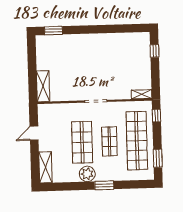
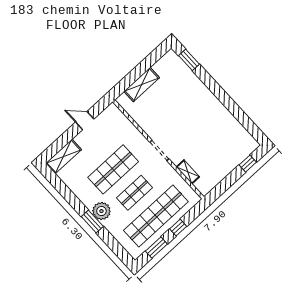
shelving: (43, 86) -> (142, 85), moved
shelving: (142, 94) -> (188, 172), moved
window: (156, 116) -> (178, 228), moved
plant: (87, 174) -> (101, 211), moved

